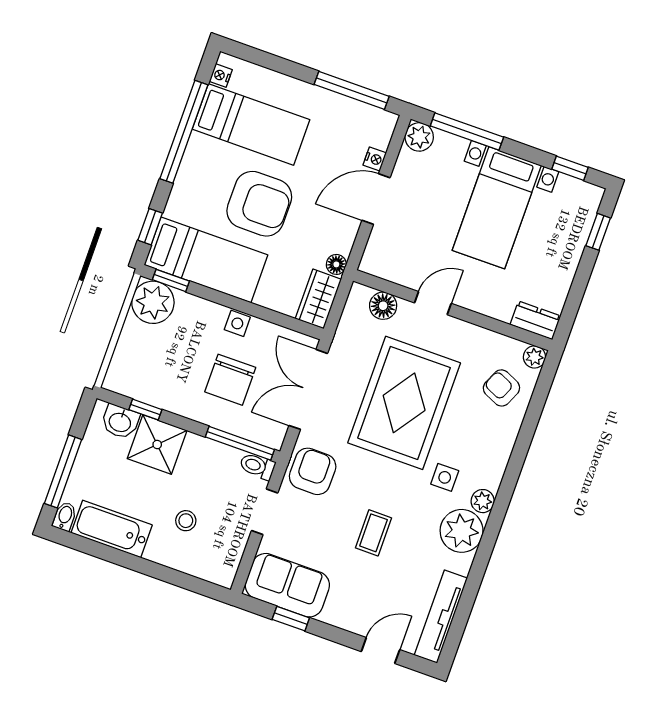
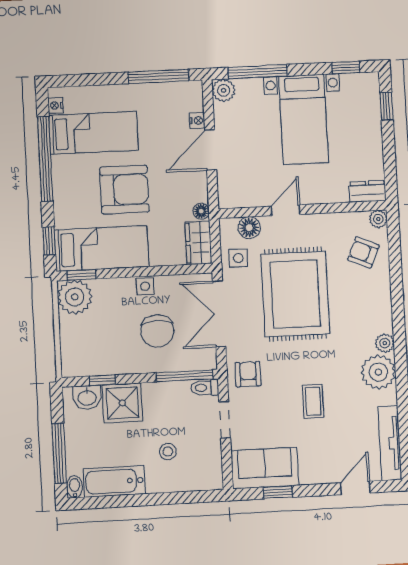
armchair: (313, 471) -> (248, 374), width x0.72, depth x0.72
side table: (445, 477) -> (238, 258), moved

